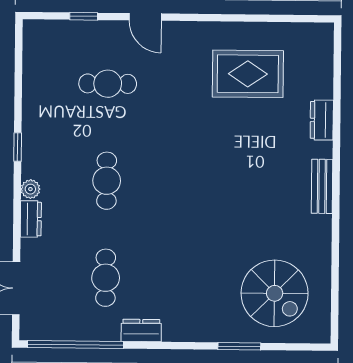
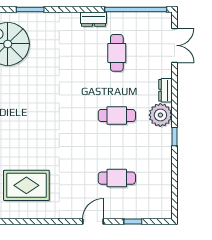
door: (145, 17) -> (93, 221), hinge flipped
cafe table: (107, 181) -> (117, 115), turned 90
plant: (30, 189) -> (160, 115), width x1.87, depth x1.87

